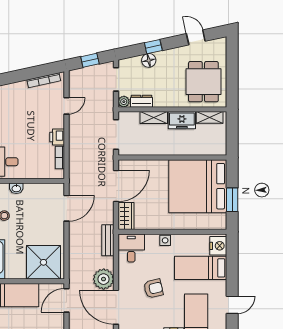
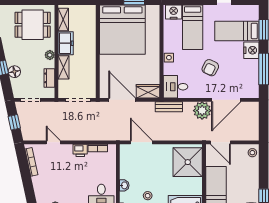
plant: (124, 102) -> (50, 55), moved
armchair: (153, 289) -> (210, 68), turned -141

